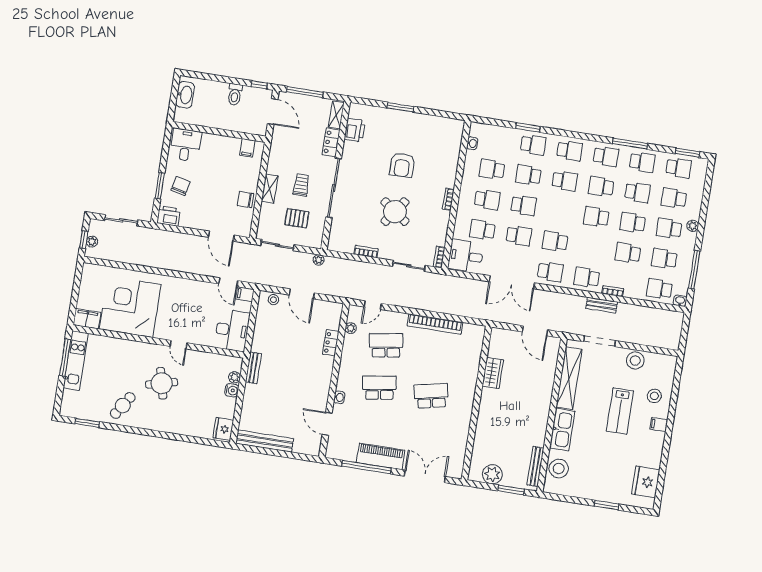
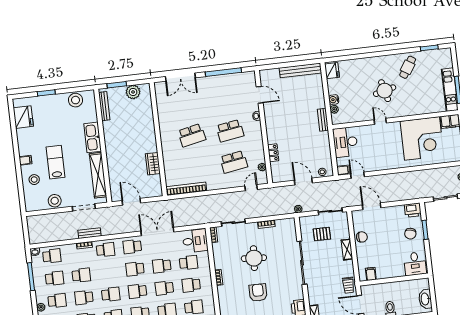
locker: (331, 142) -> (313, 294), removed
trolley: (301, 185) -> (348, 285), moved
school desk: (560, 211) -> (138, 291), added
round table: (395, 212) -> (254, 258), turned -32
school desk: (633, 223) -> (84, 298), turned 180
school desk: (555, 241) -> (135, 269), turned 180
bookcase: (435, 324) -> (186, 189), moved
piano: (381, 456) -> (215, 82), removed
stool: (559, 468) -> (76, 100), moved

